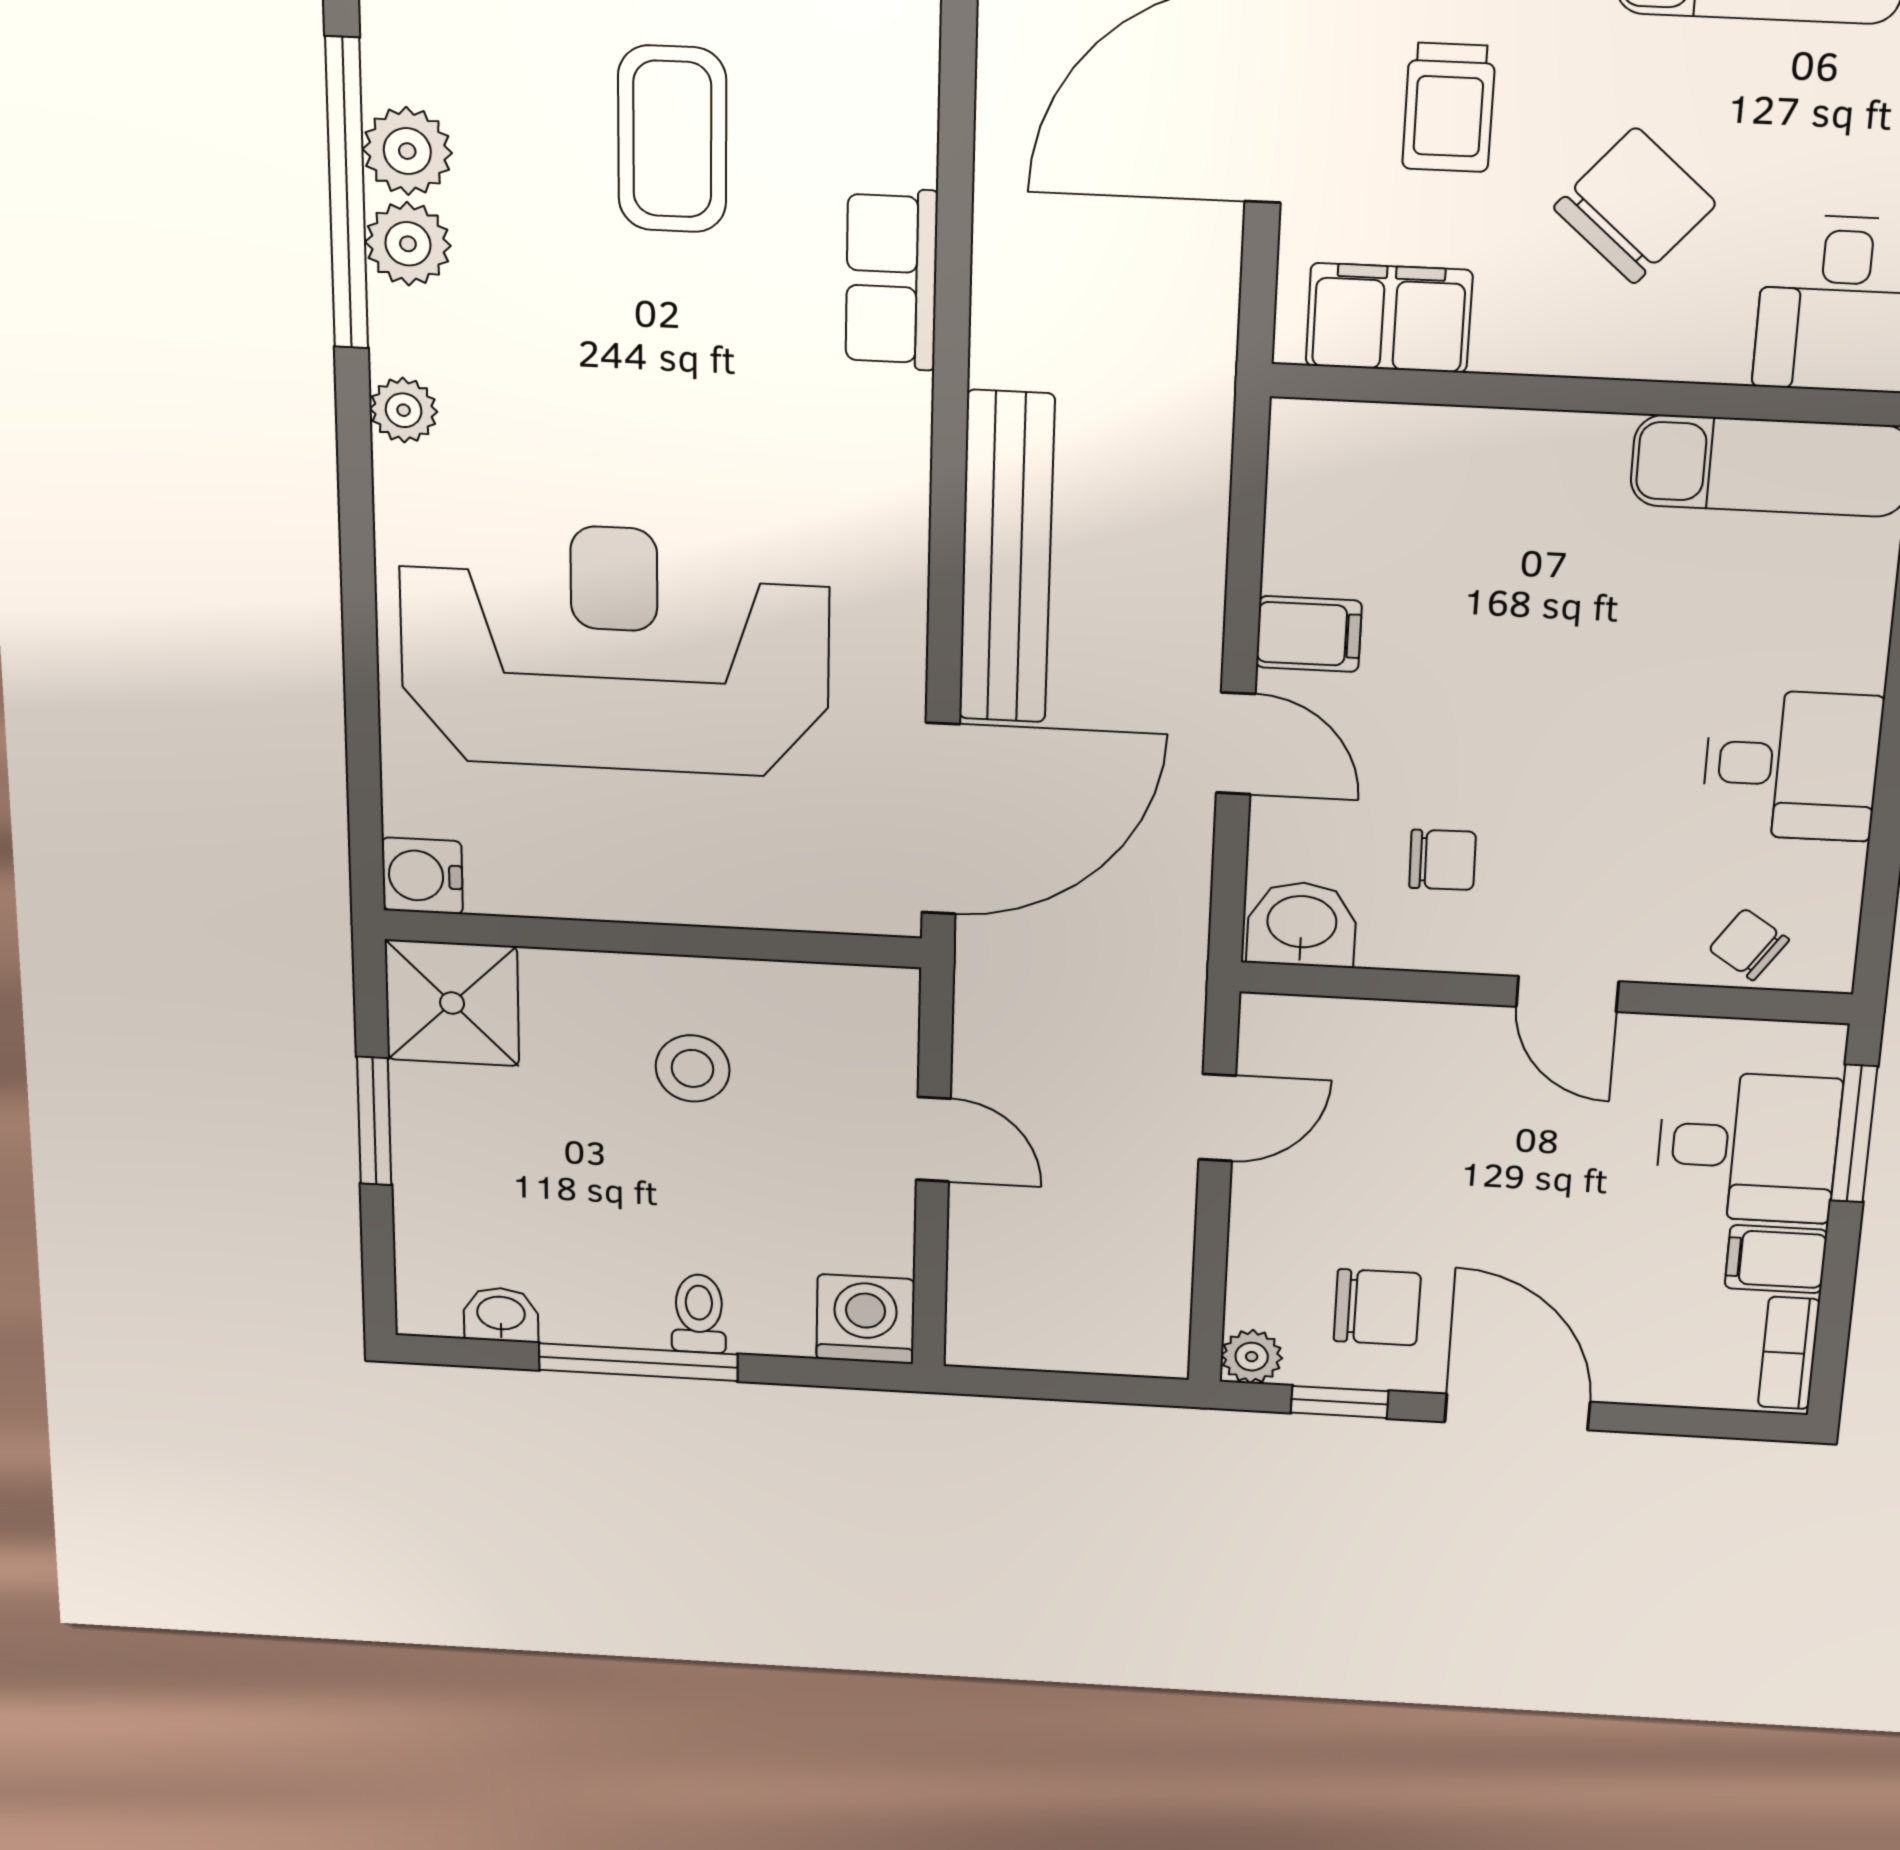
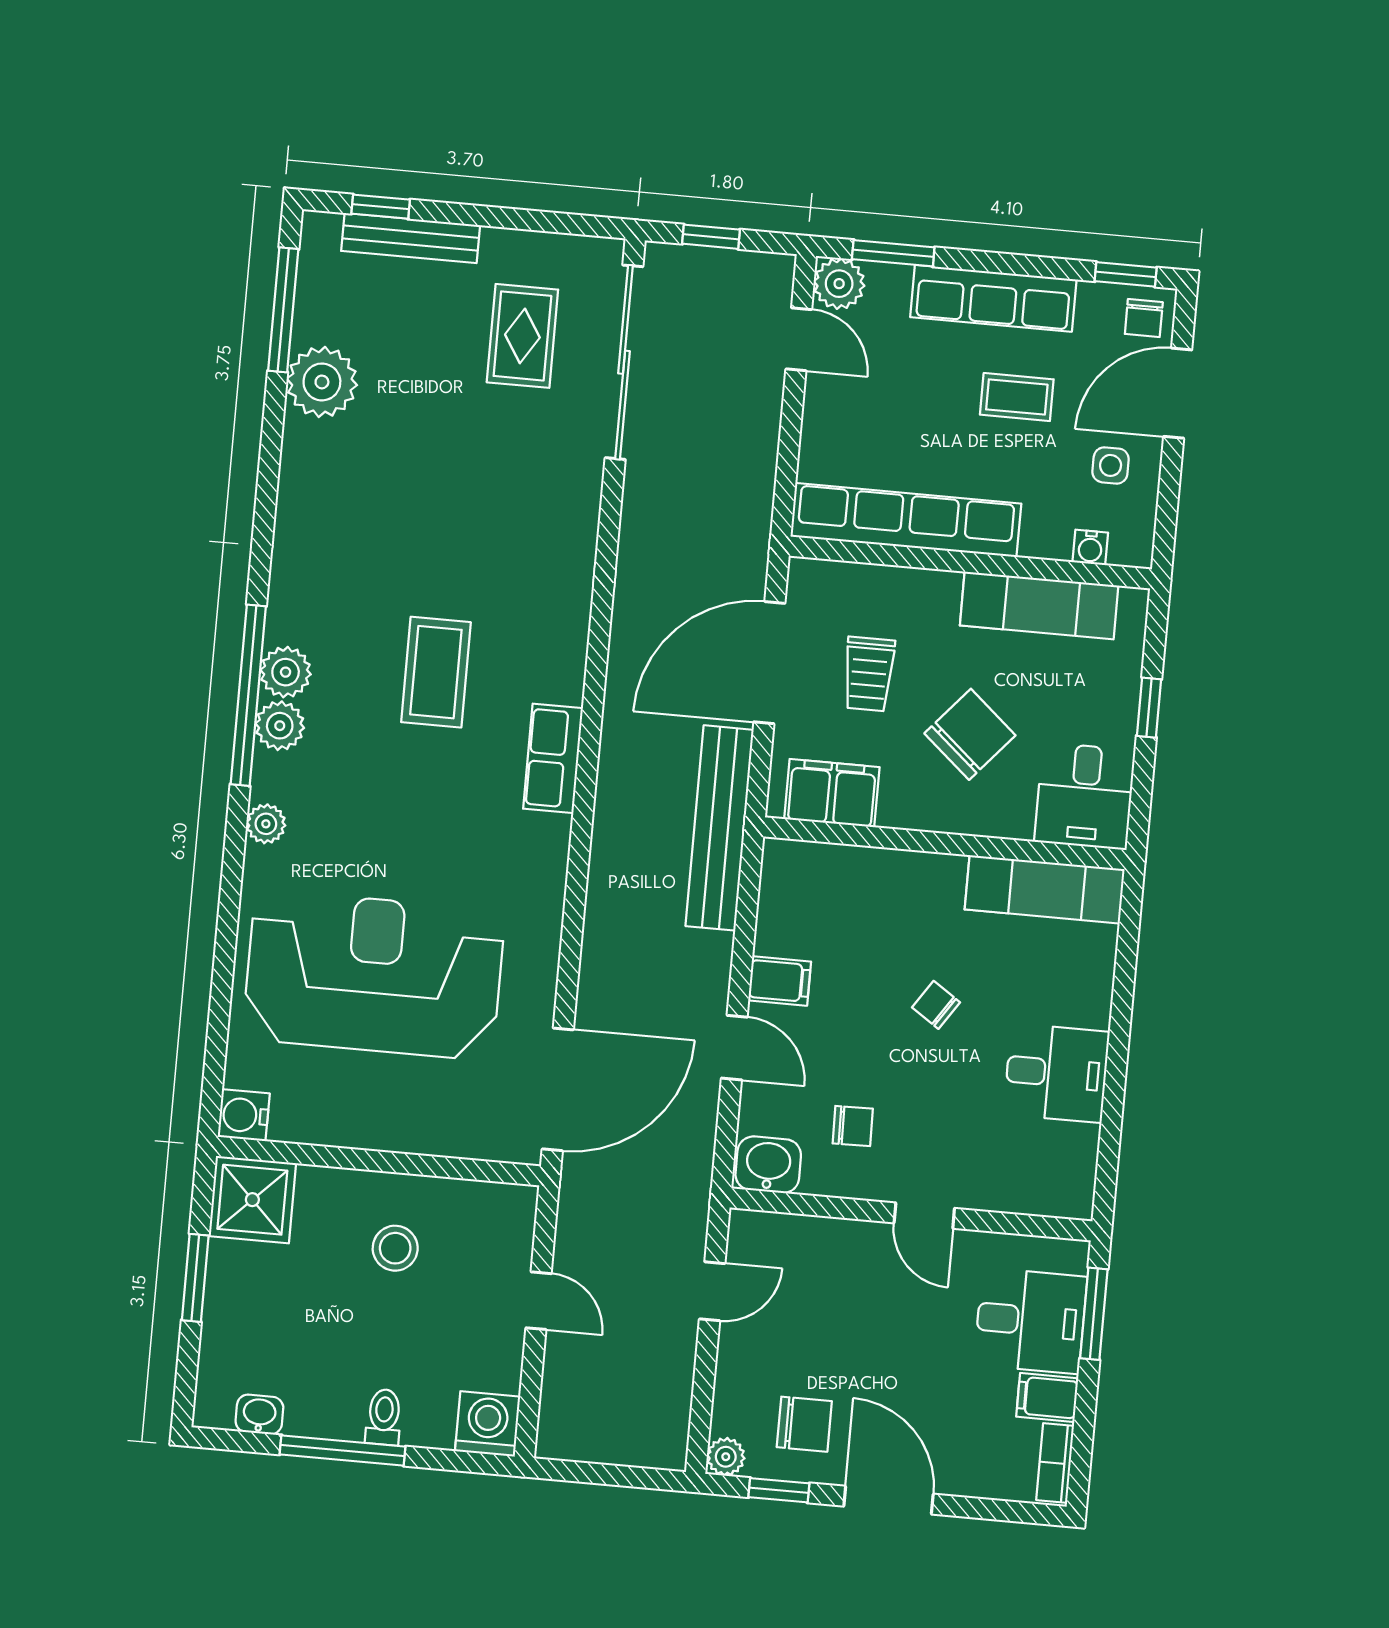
bench: (1006, 558) -> (720, 828), moved
chair: (1749, 945) -> (936, 1005), moved

